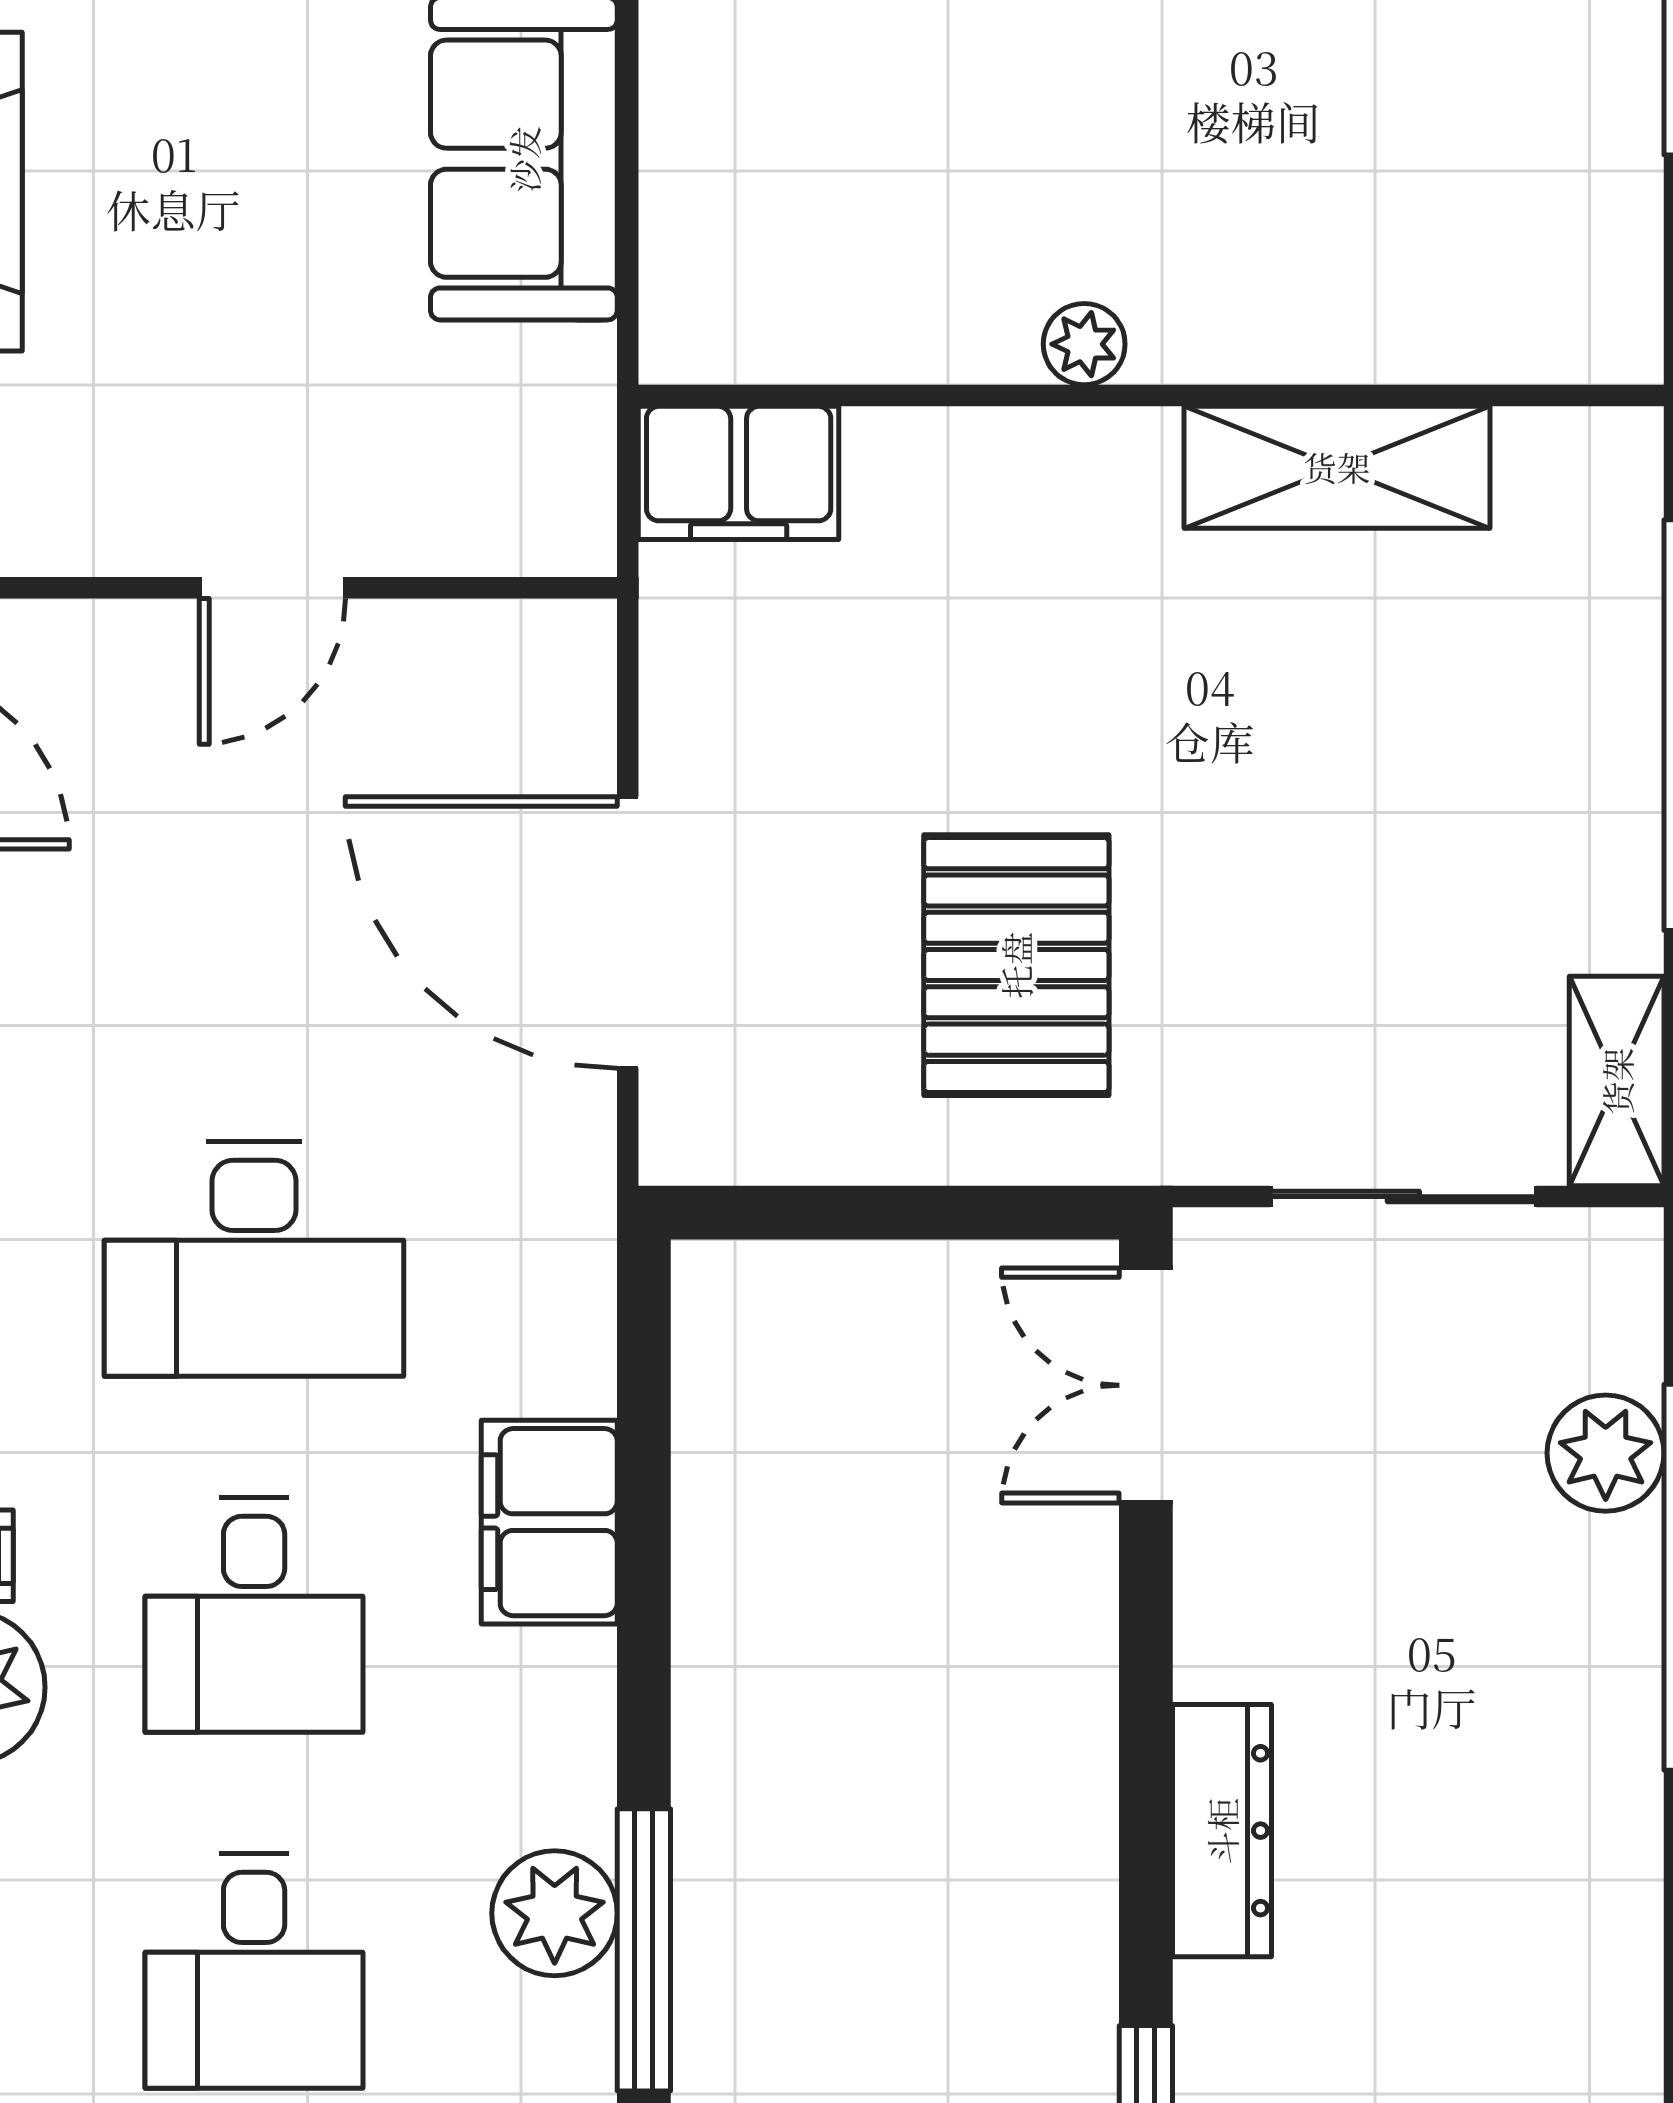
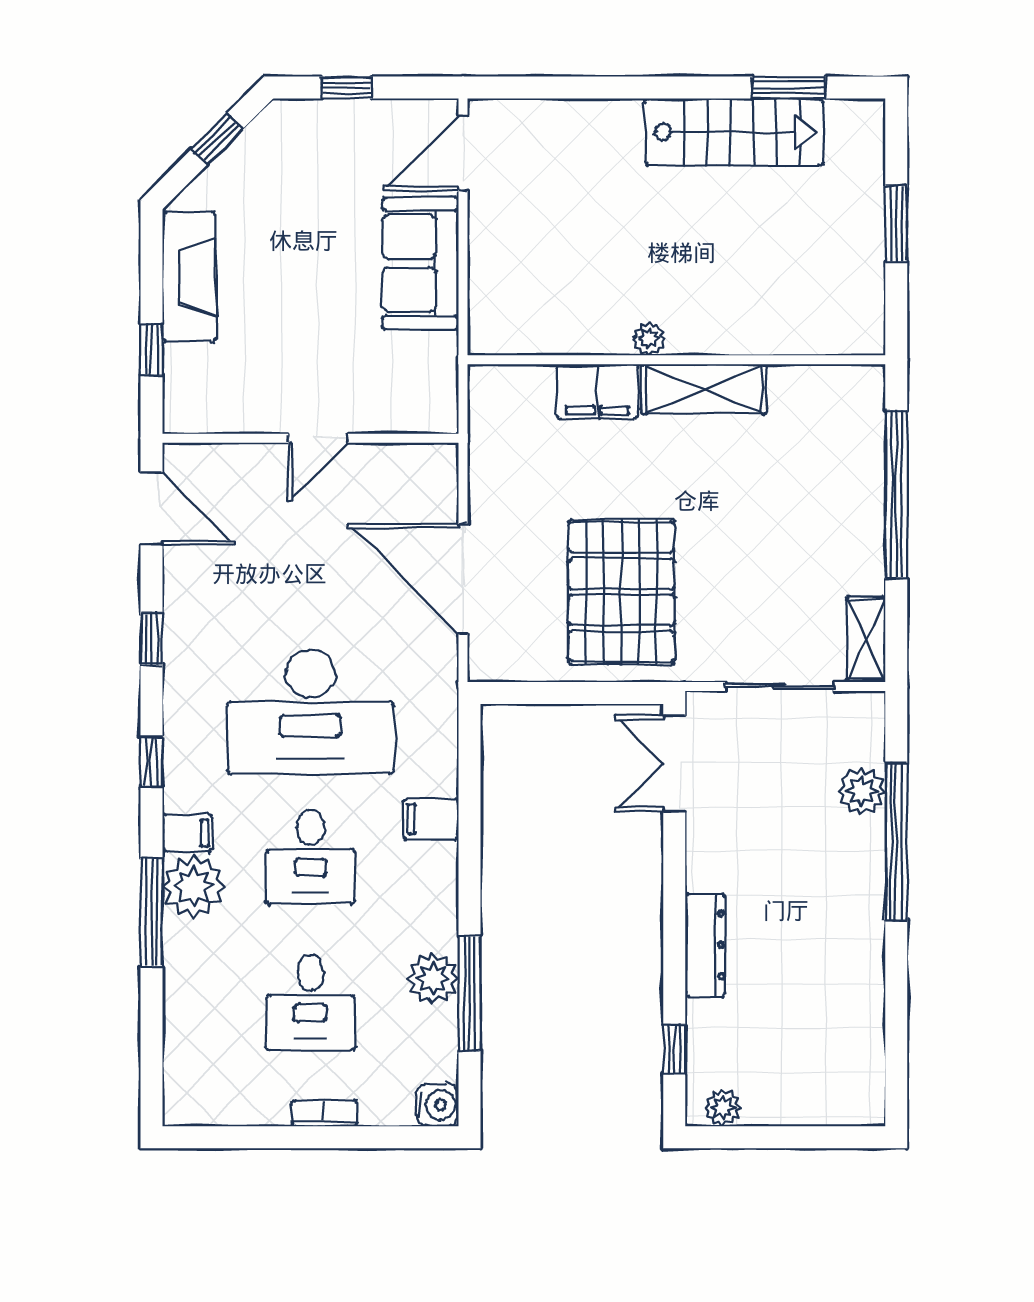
shelving: (1337, 467) -> (704, 389), moved
filing cabinet: (739, 473) -> (597, 391), moved
pallet: (1016, 965) -> (621, 592), width x1.37, depth x1.41
desk: (254, 1259) -> (310, 712), width x1.36, depth x1.30
filing cabinet: (549, 1522) -> (431, 819), width x0.50

